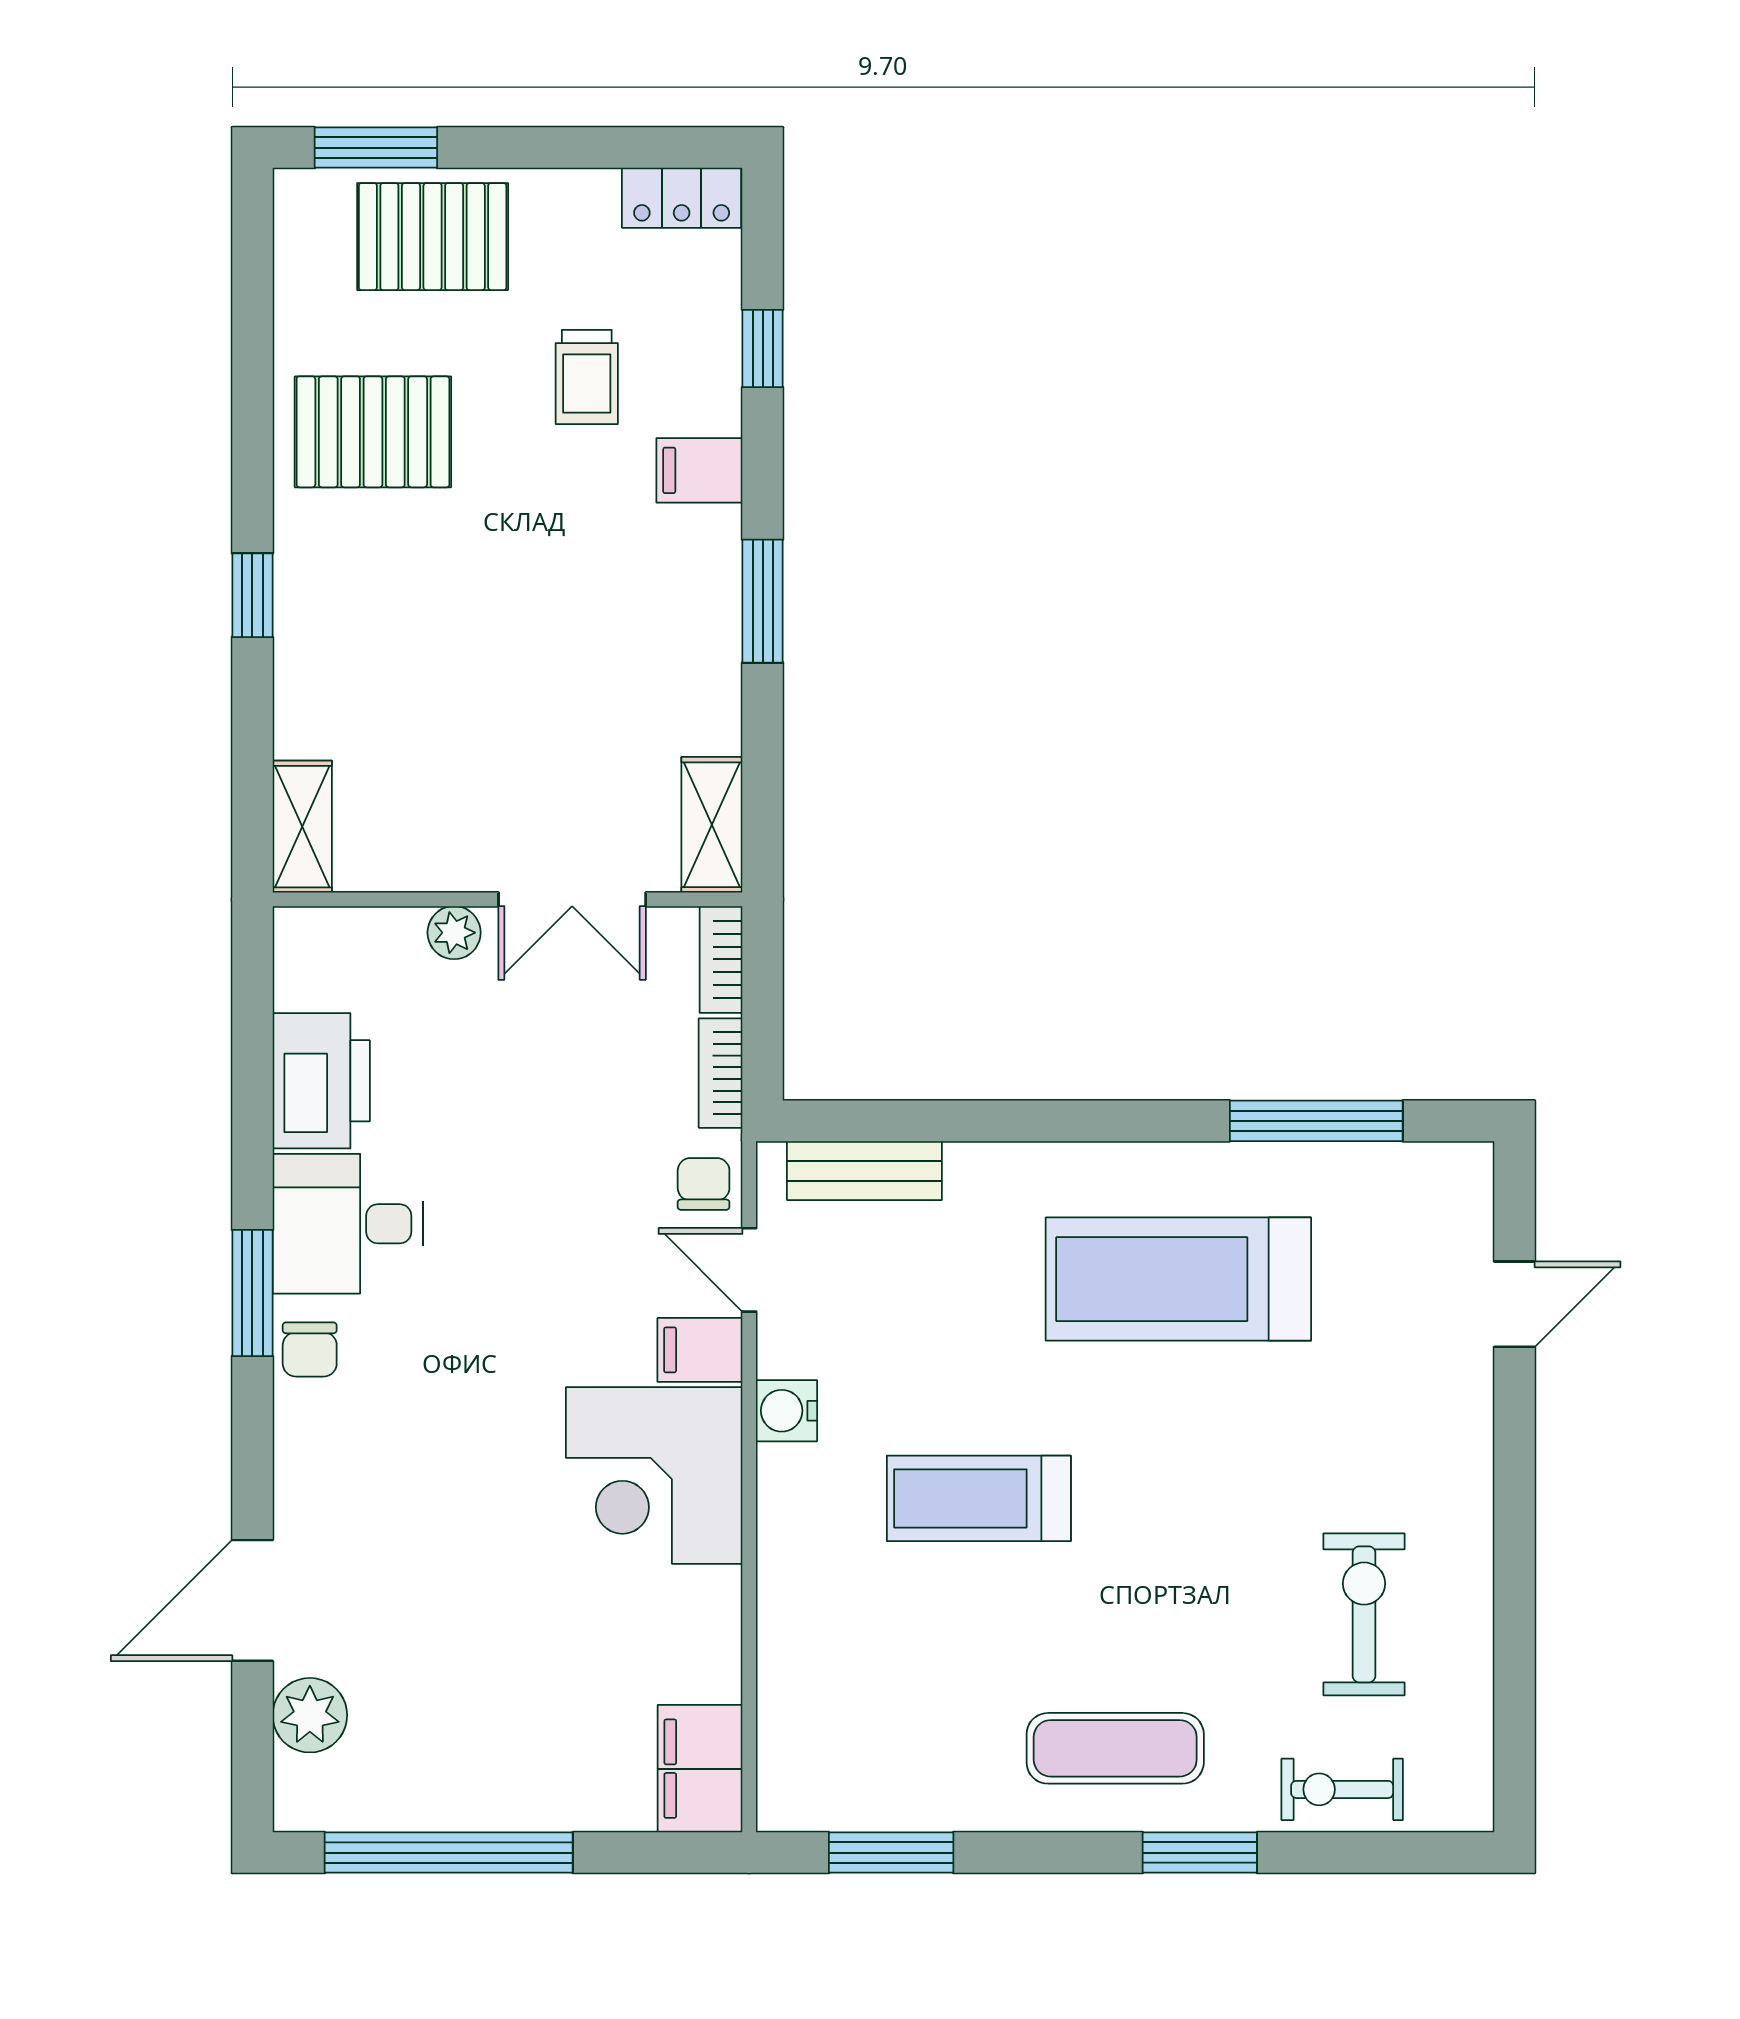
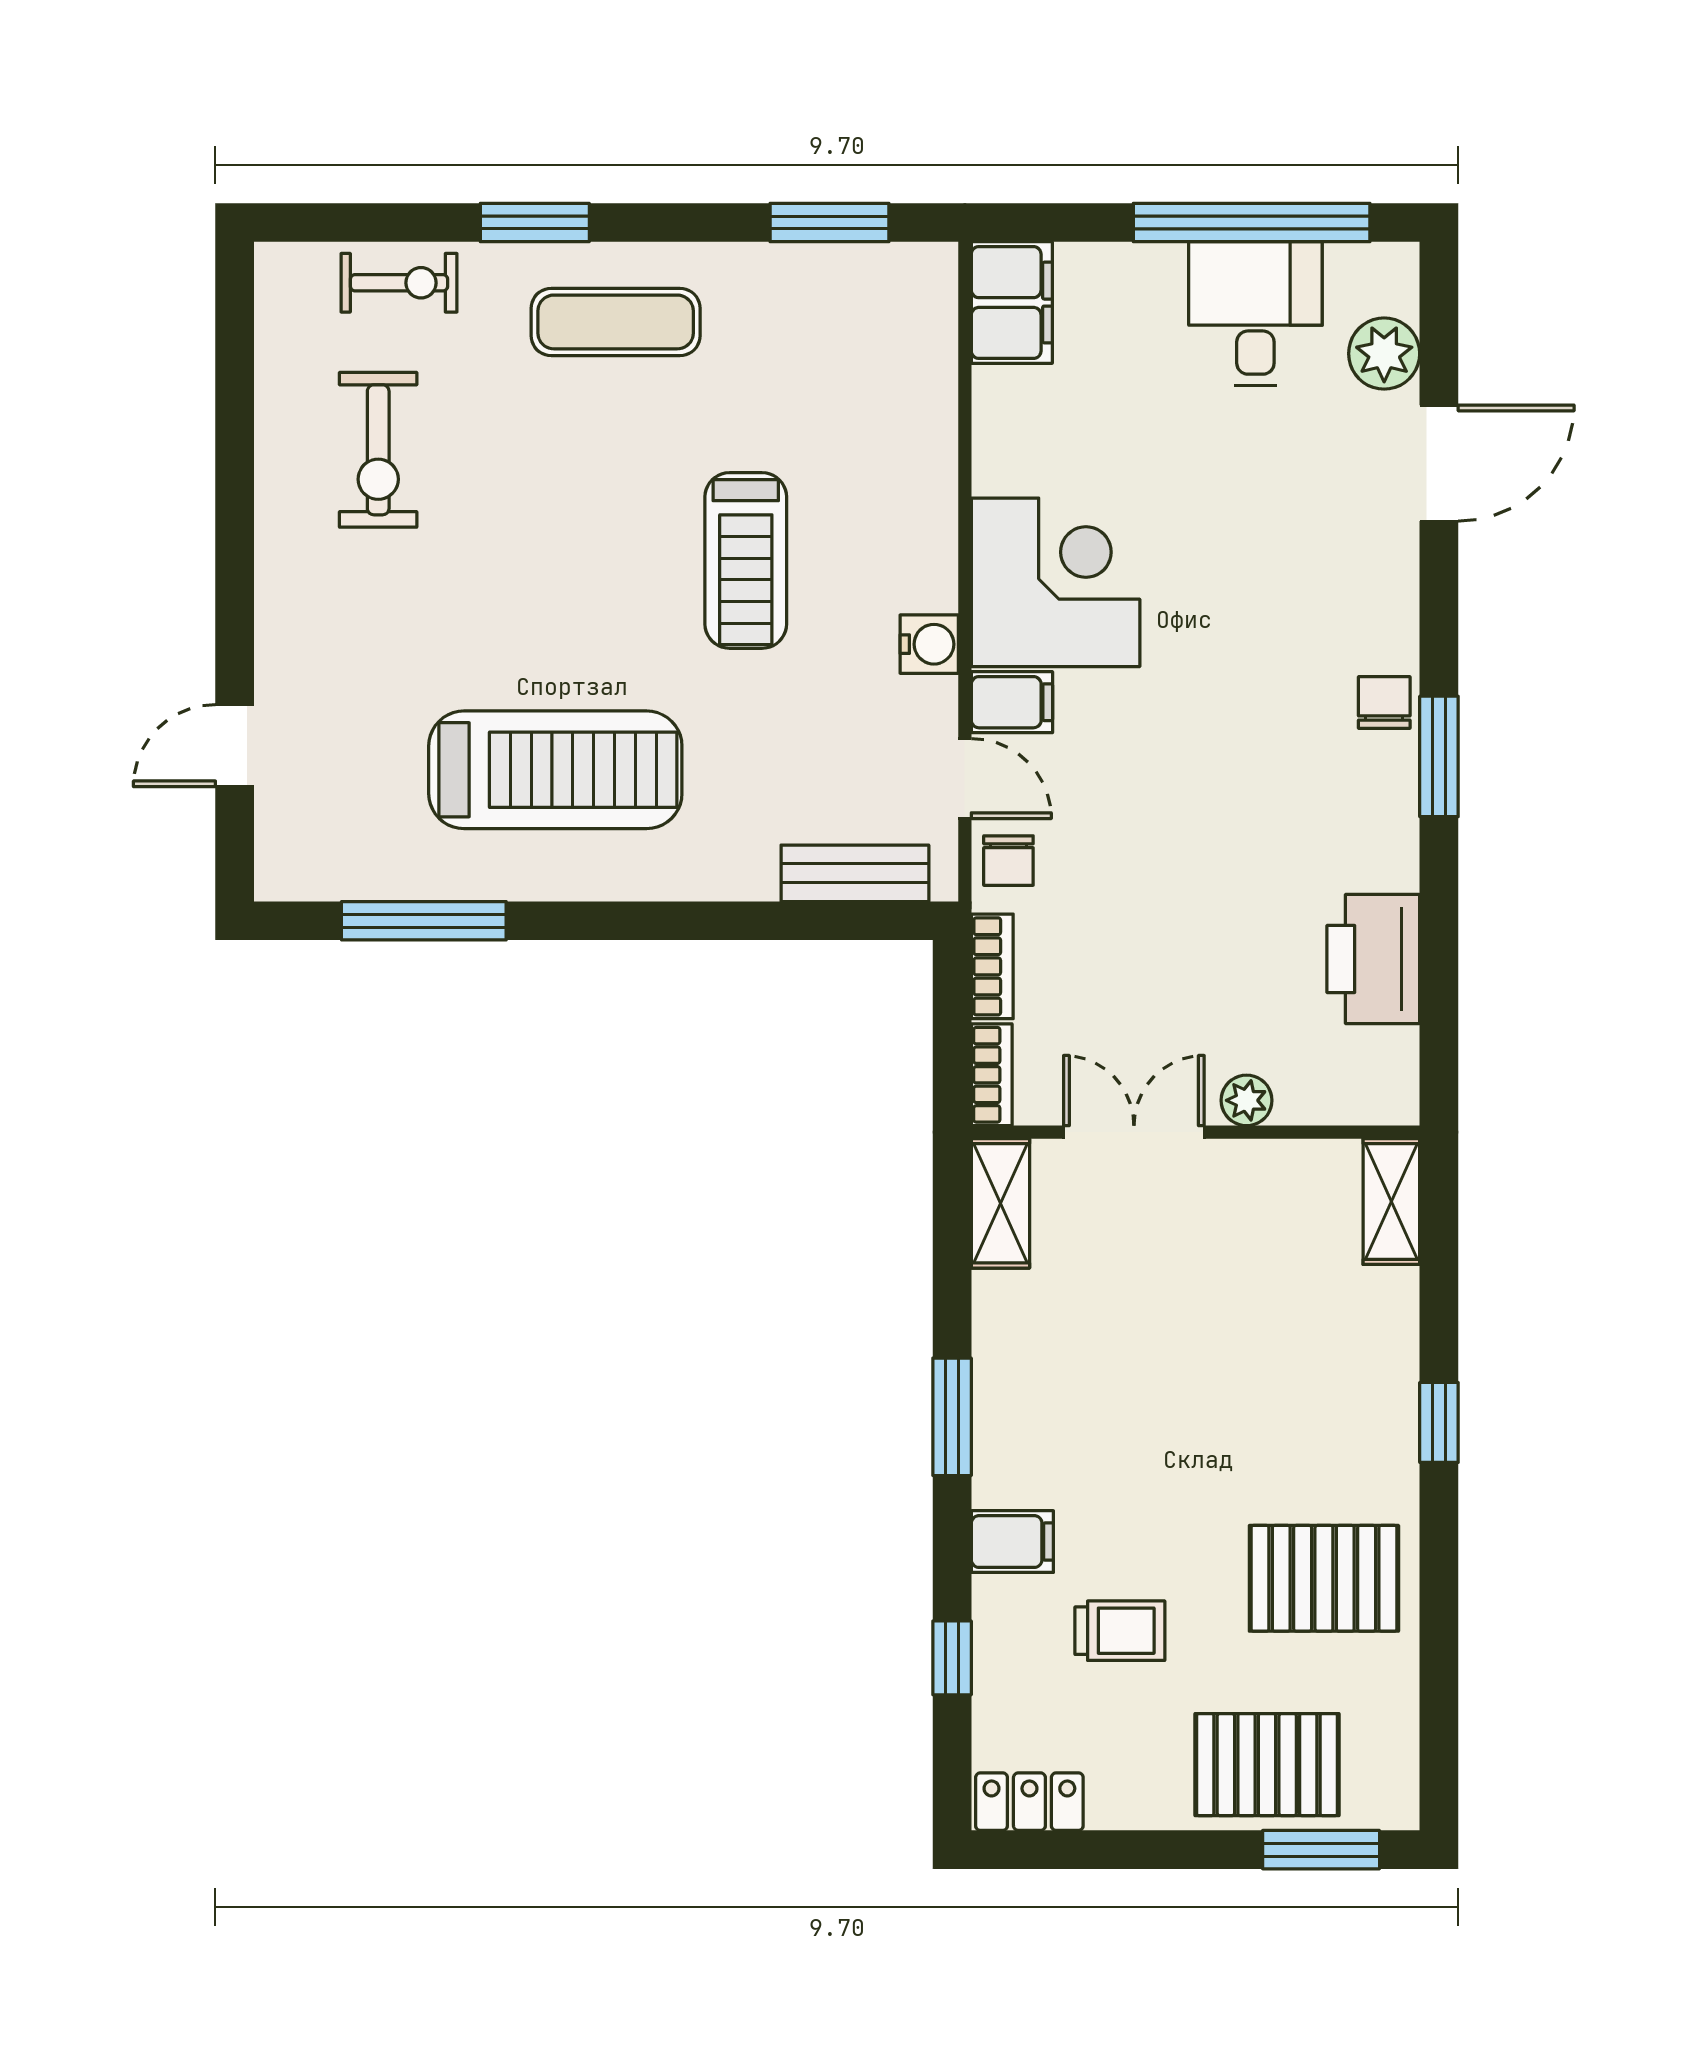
trolley: (587, 377) -> (1120, 1631), turned 90
desk: (348, 1224) -> (1255, 314), moved, turned -90
treadmill: (979, 1498) -> (746, 560), turned 90

